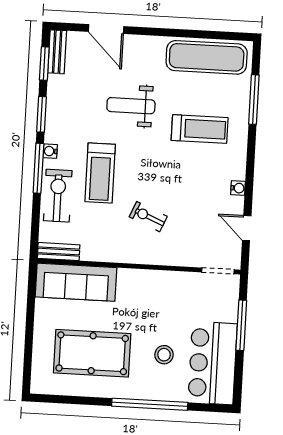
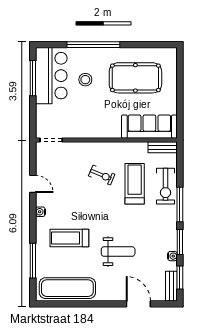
water cooler: (50, 151) -> (172, 256), moved
treadmill: (100, 173) -> (135, 184), moved
water cooler: (238, 188) -> (40, 212), moved
door: (247, 228) -> (33, 184), moved
window: (241, 325) -> (33, 78), moved

